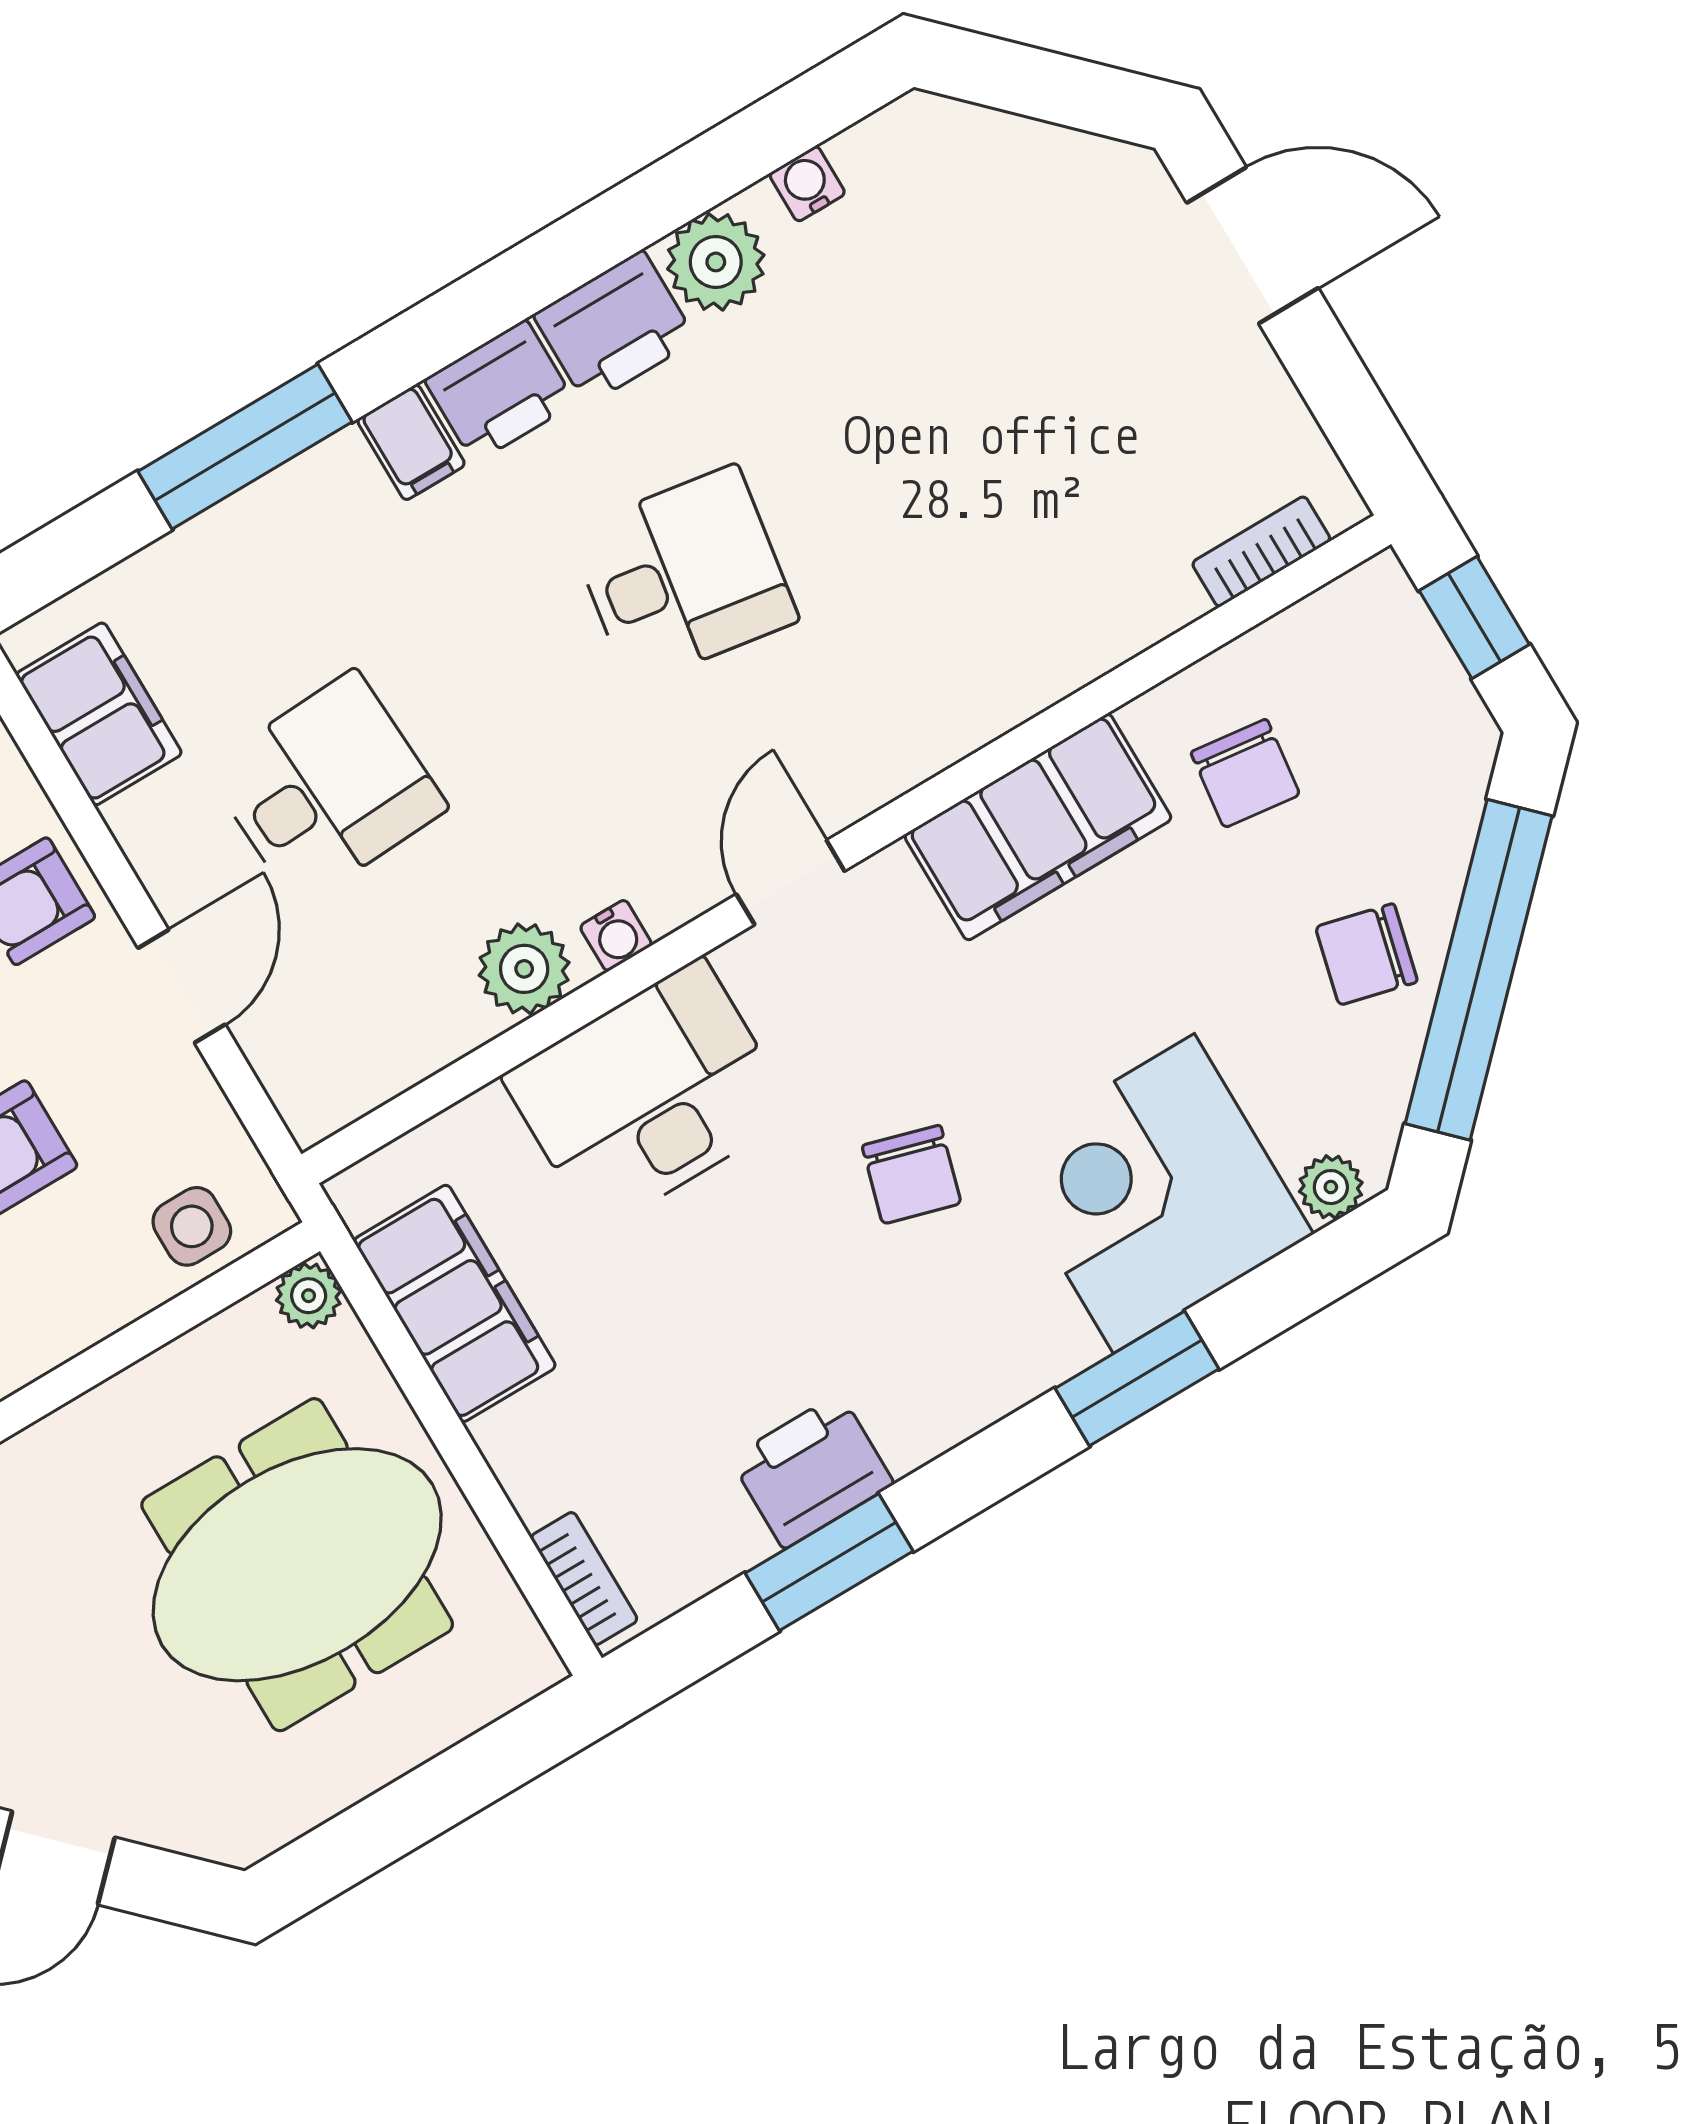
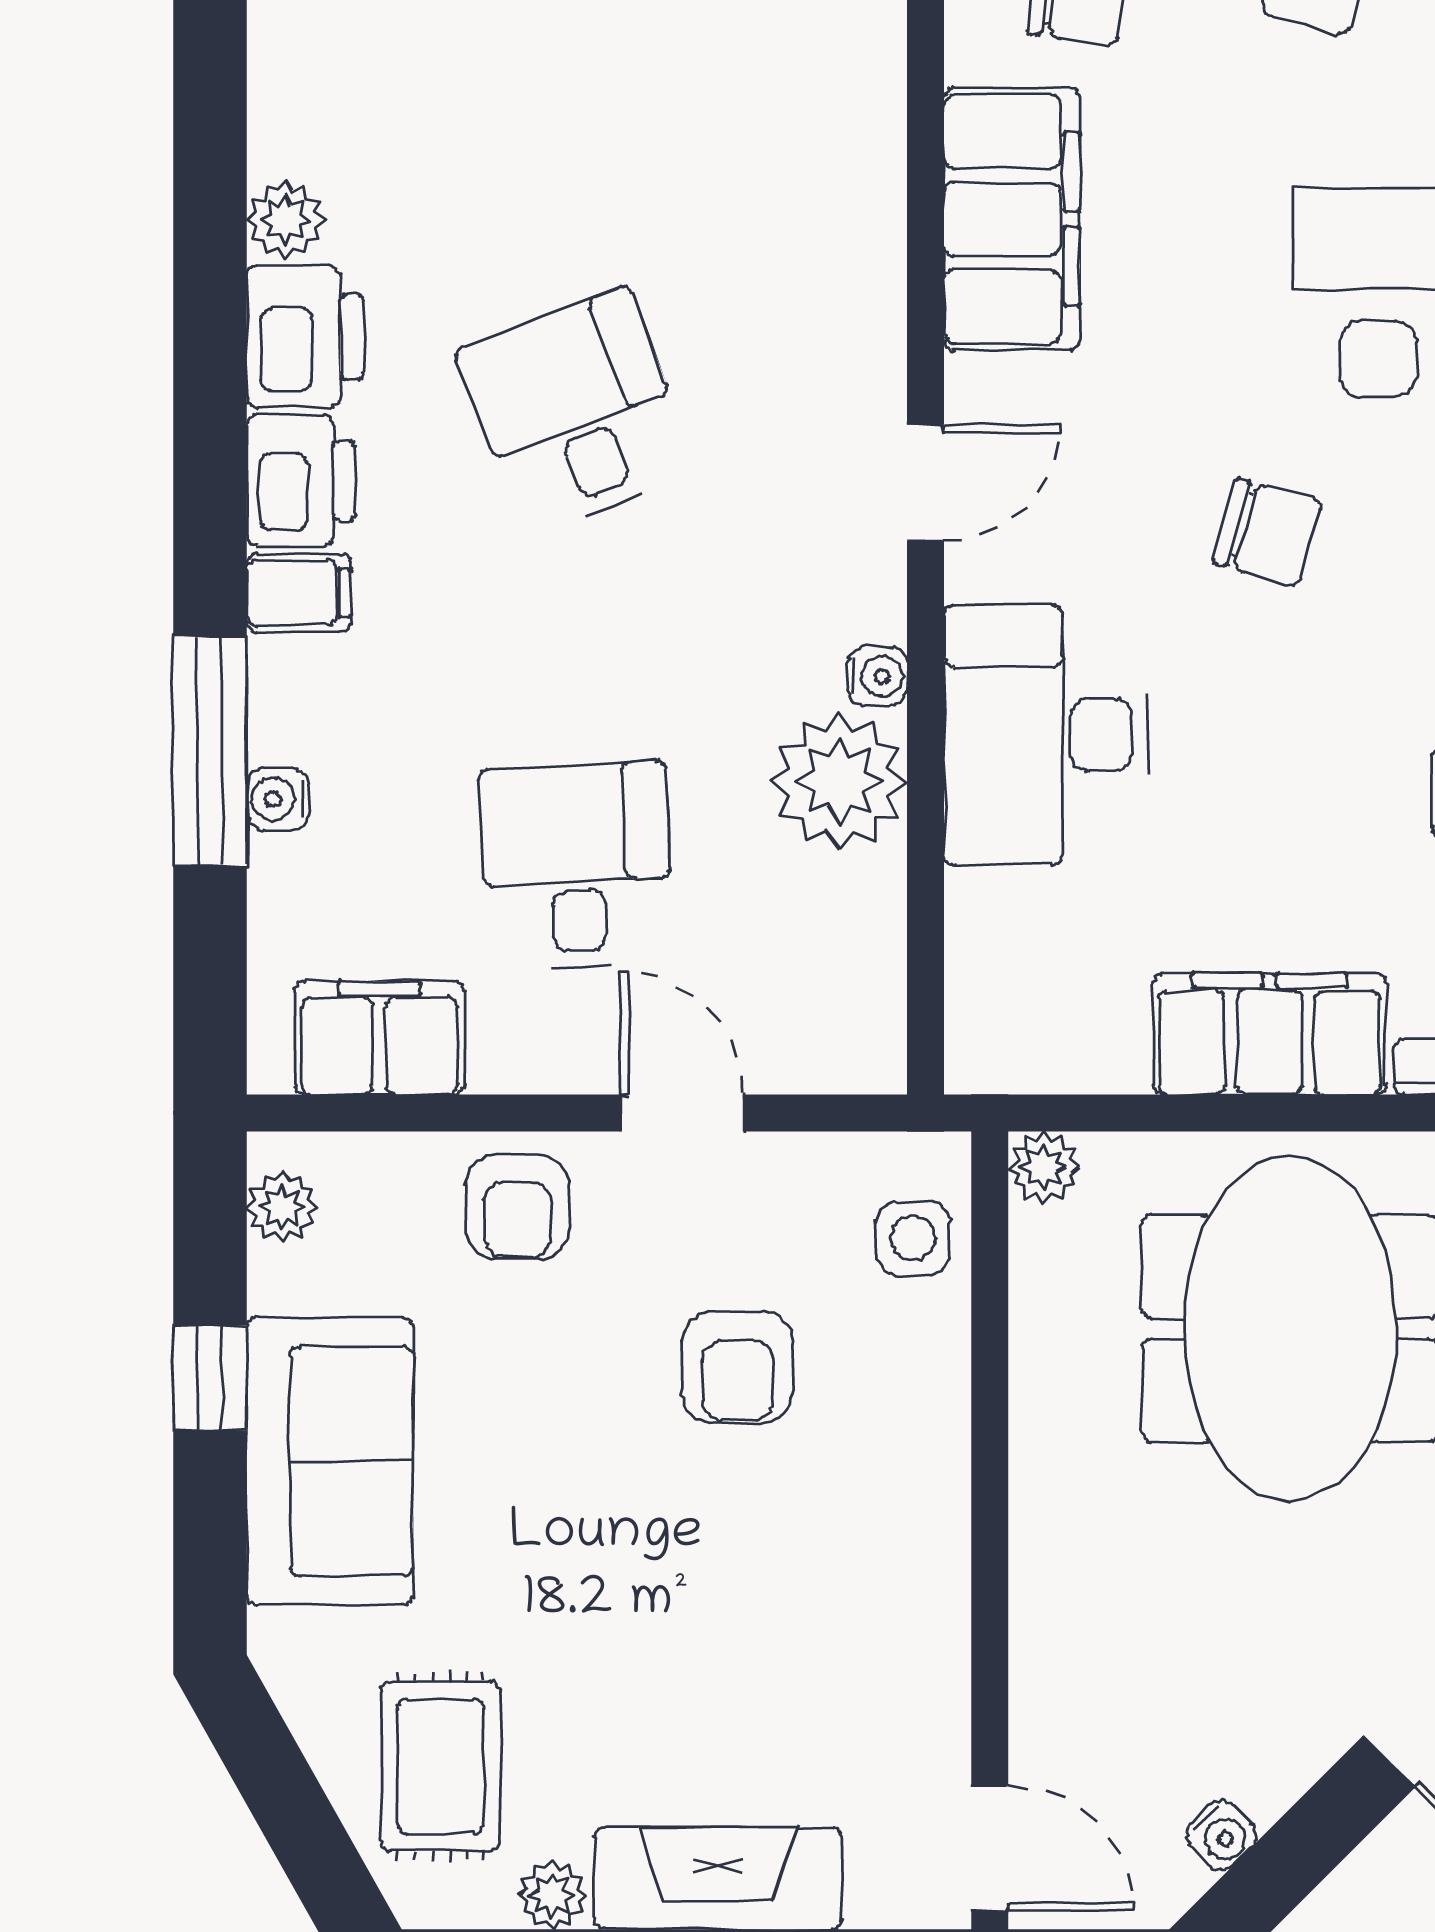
water cooler: (807, 184) -> (278, 799), moved
plant: (716, 262) -> (286, 220), width x0.73, depth x0.73
desk: (683, 576) -> (577, 411), turned -30
door: (790, 883) -> (925, 483), swing flipped
plant: (524, 969) -> (839, 781), width x1.36, depth x1.36
filing cabinet: (455, 1303) -> (1269, 1034), moved

